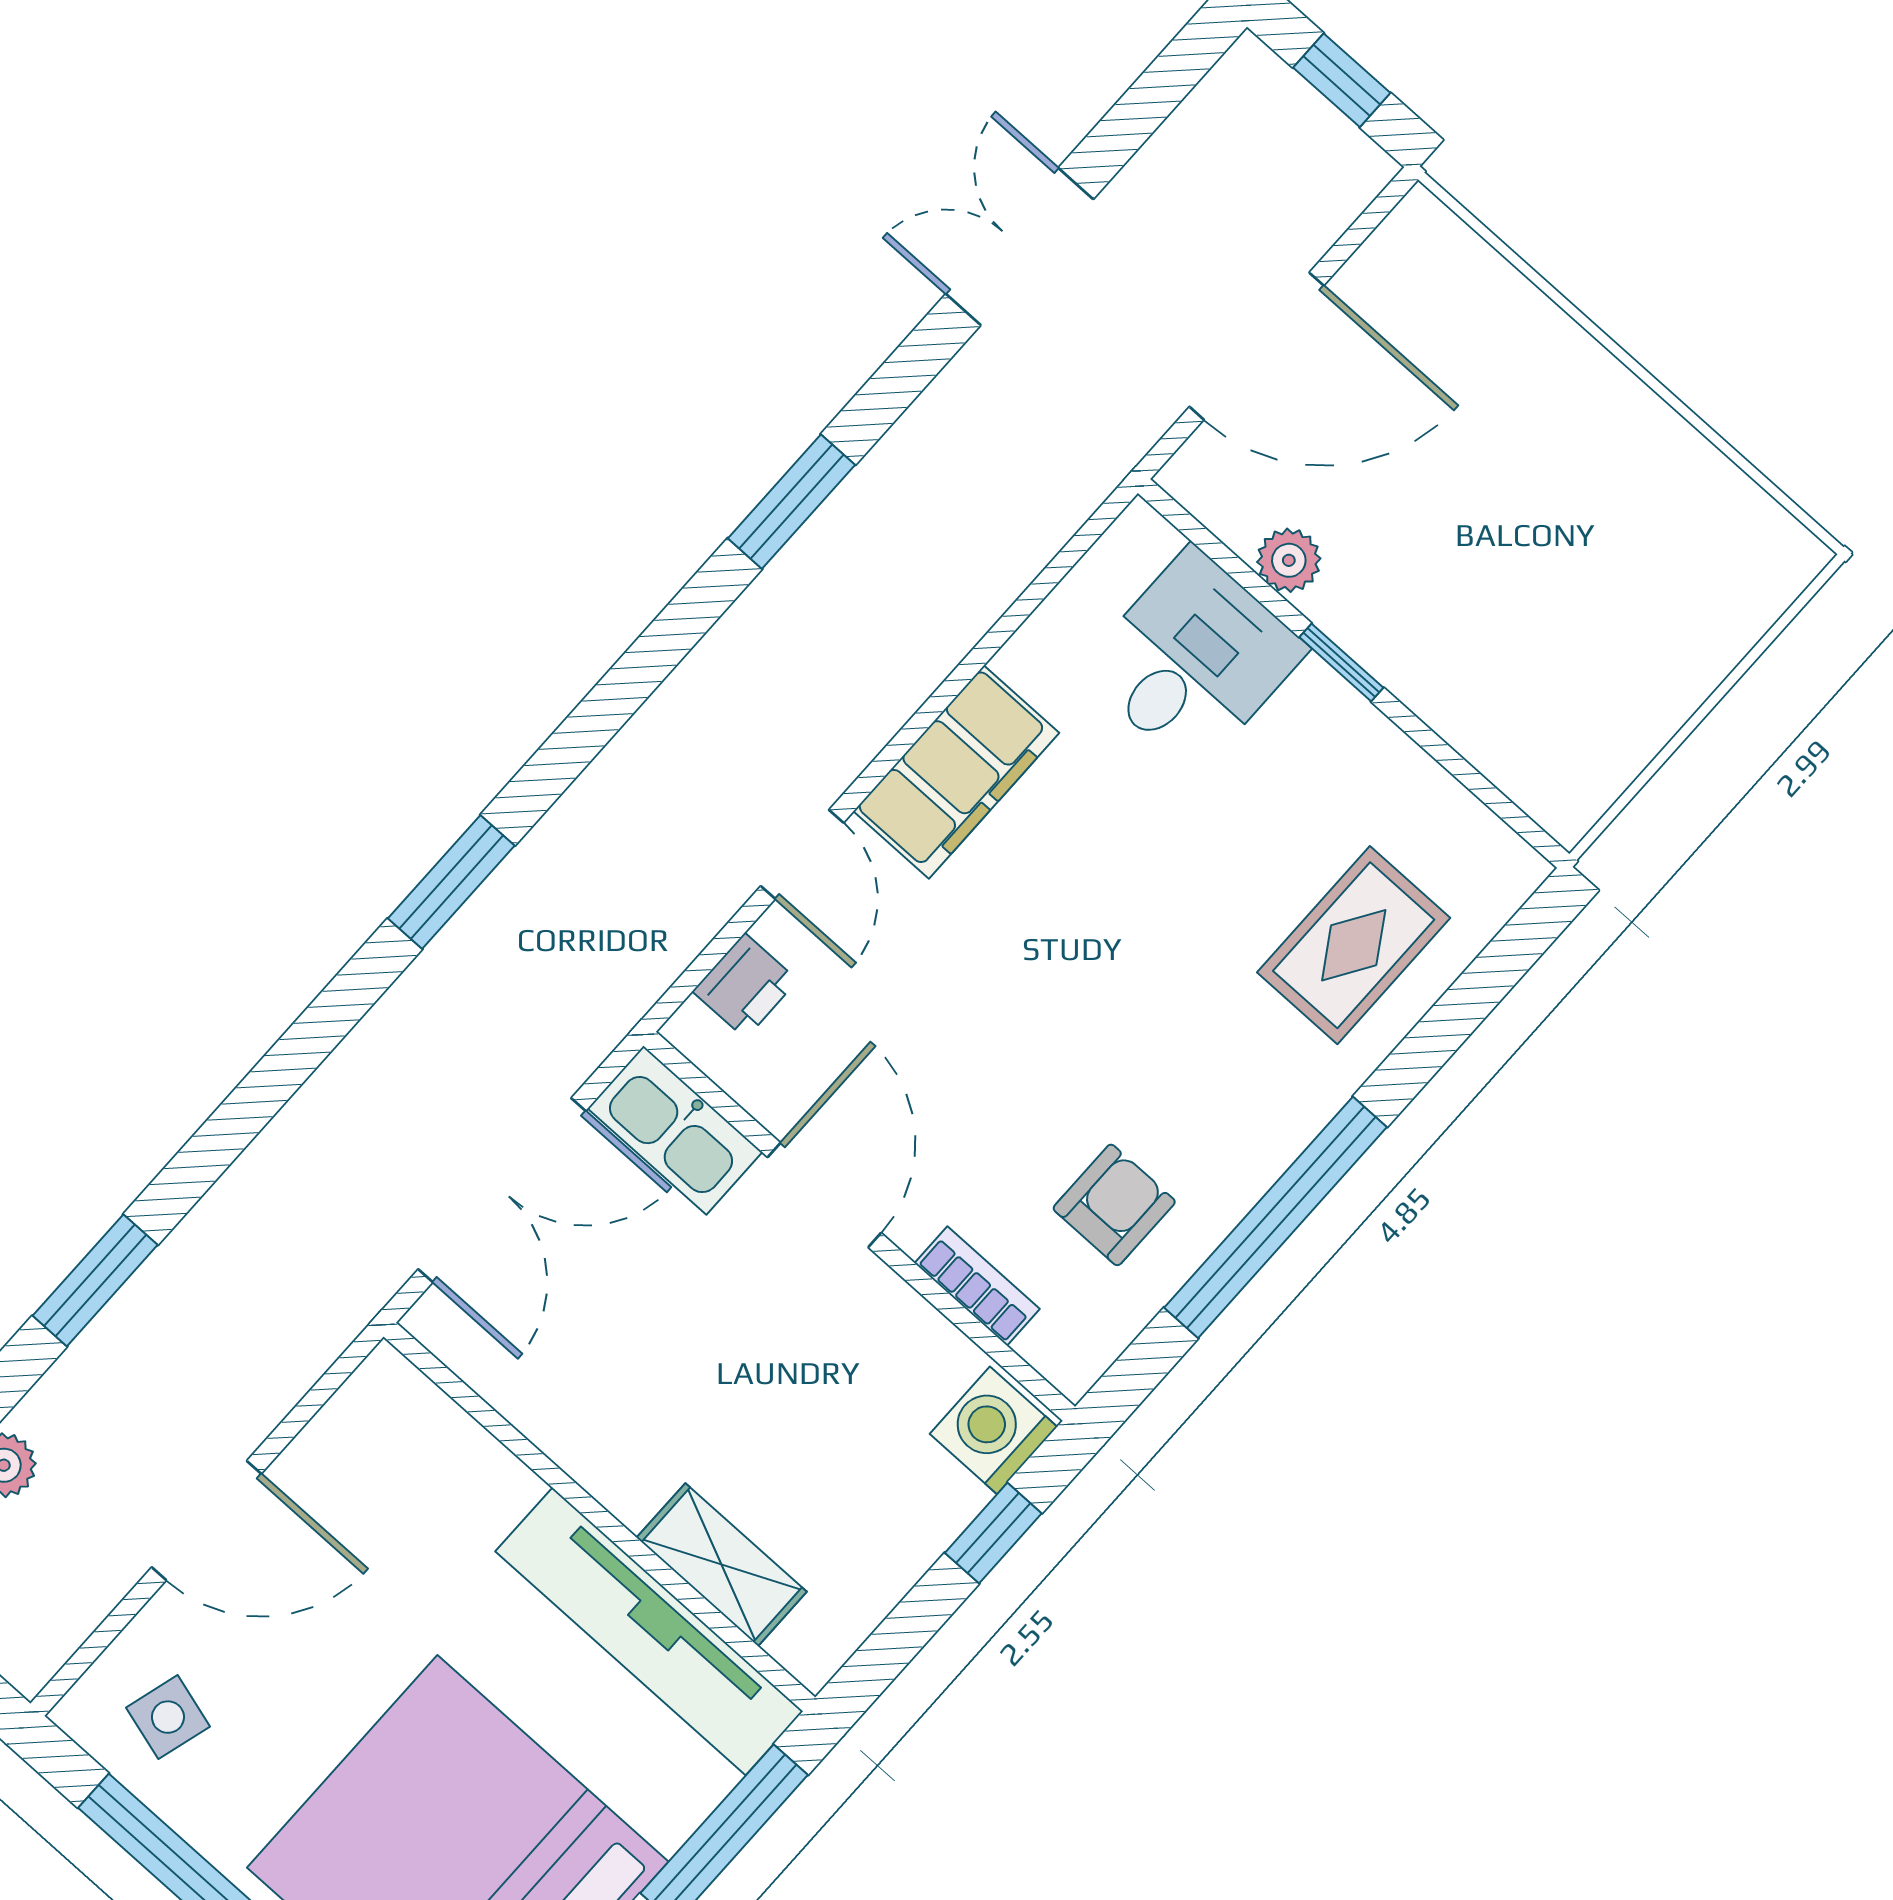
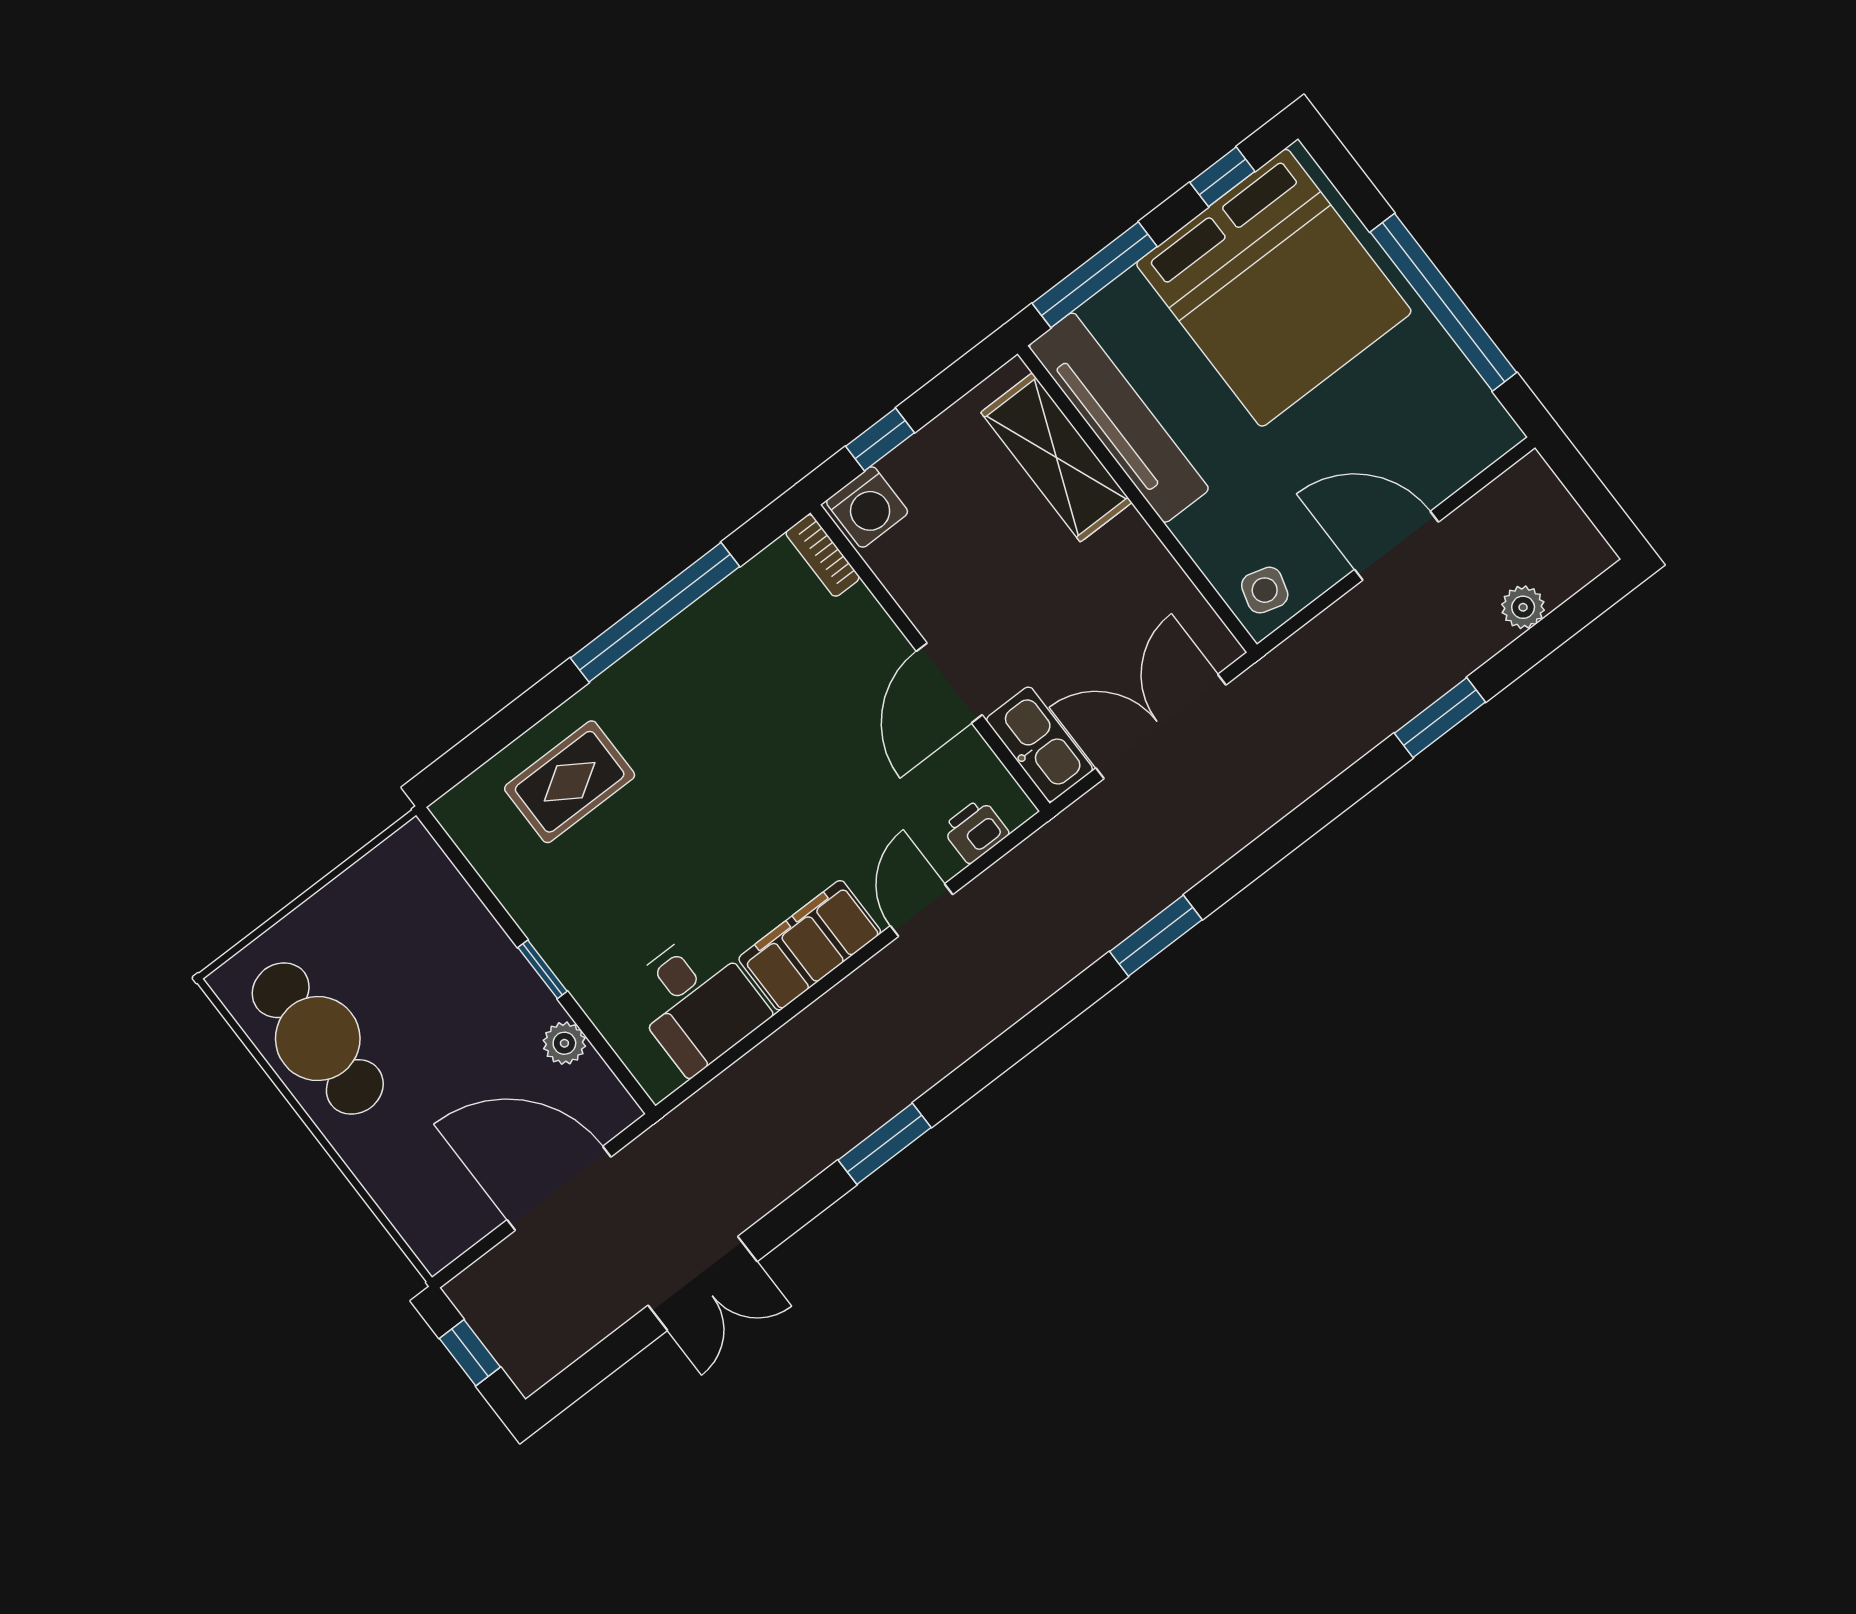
cafe table: (1652, 499) -> (318, 1039), added
desk: (1193, 660) -> (696, 1001), moved, turned -90
armchair: (1114, 1205) -> (760, 641), removed
bookcase: (977, 1286) -> (823, 555), moved
shelving: (722, 1565) -> (1056, 457), width x1.50, depth x1.33
side table: (168, 1717) -> (1265, 590), moved

